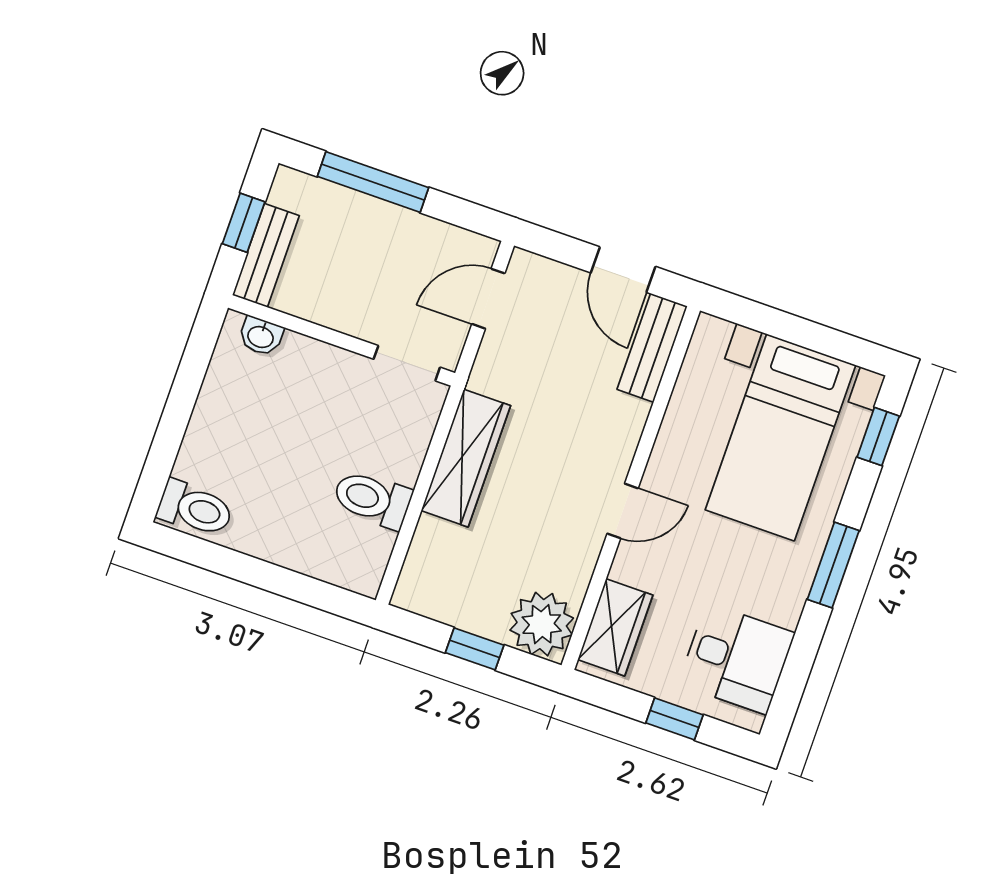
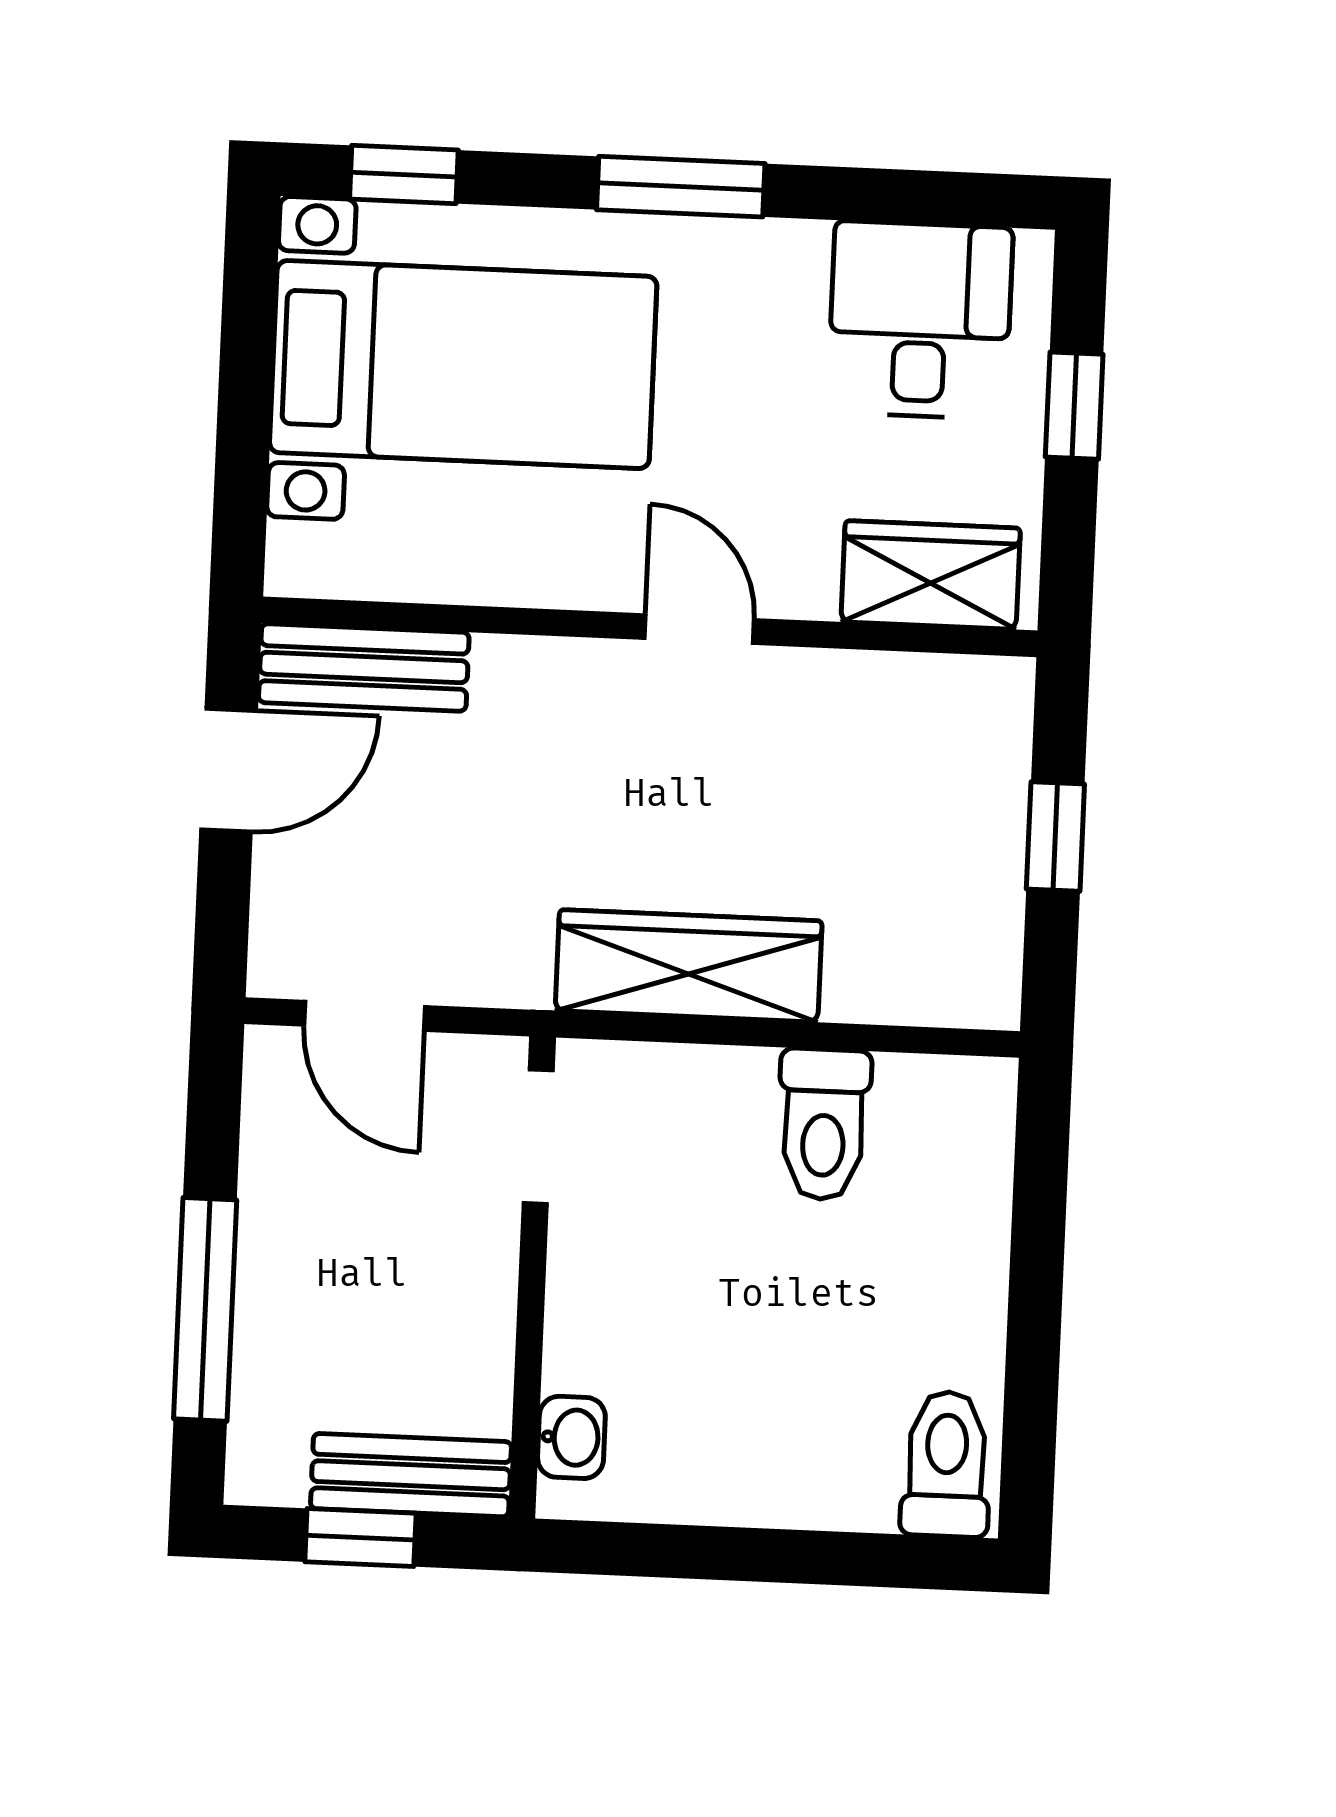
plant: (542, 624) -> (968, 720), removed

